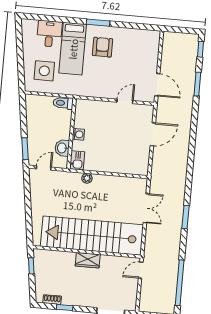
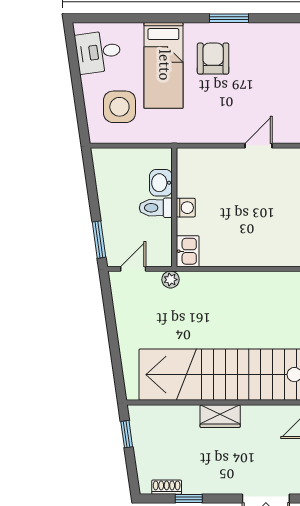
window: (98, 23) -> (229, 18), moved
desk: (49, 34) -> (98, 52), moved, turned -98
toilet: (63, 103) -> (156, 208), moved
washbasin: (62, 148) -> (161, 183), moved
plant: (87, 178) -> (171, 280), moved

